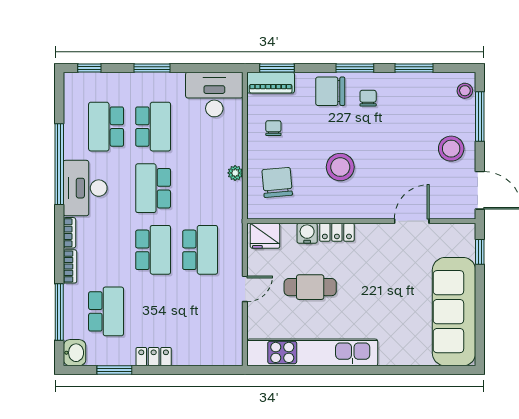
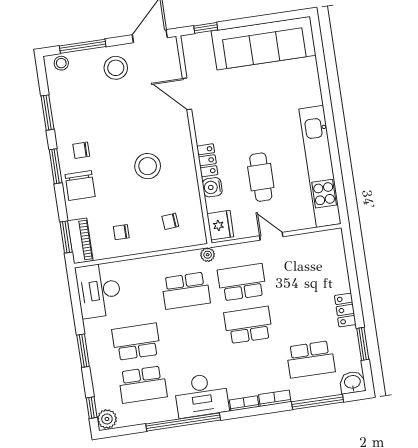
plant: (75, 83) -> (107, 419), added
plant: (235, 173) -> (208, 255), moved
chair: (277, 182) -> (170, 221), width x0.54, depth x0.54
school desk: (153, 188) -> (186, 291), moved
school desk: (106, 311) -> (311, 359), turned 180

